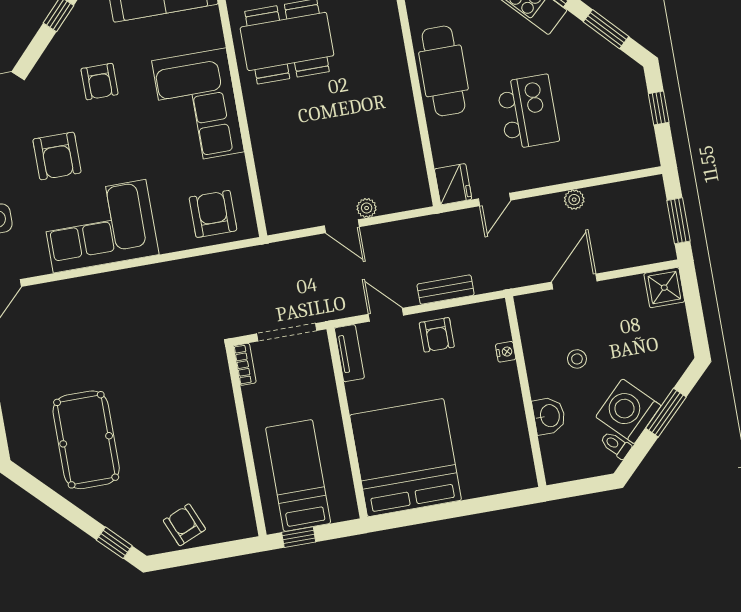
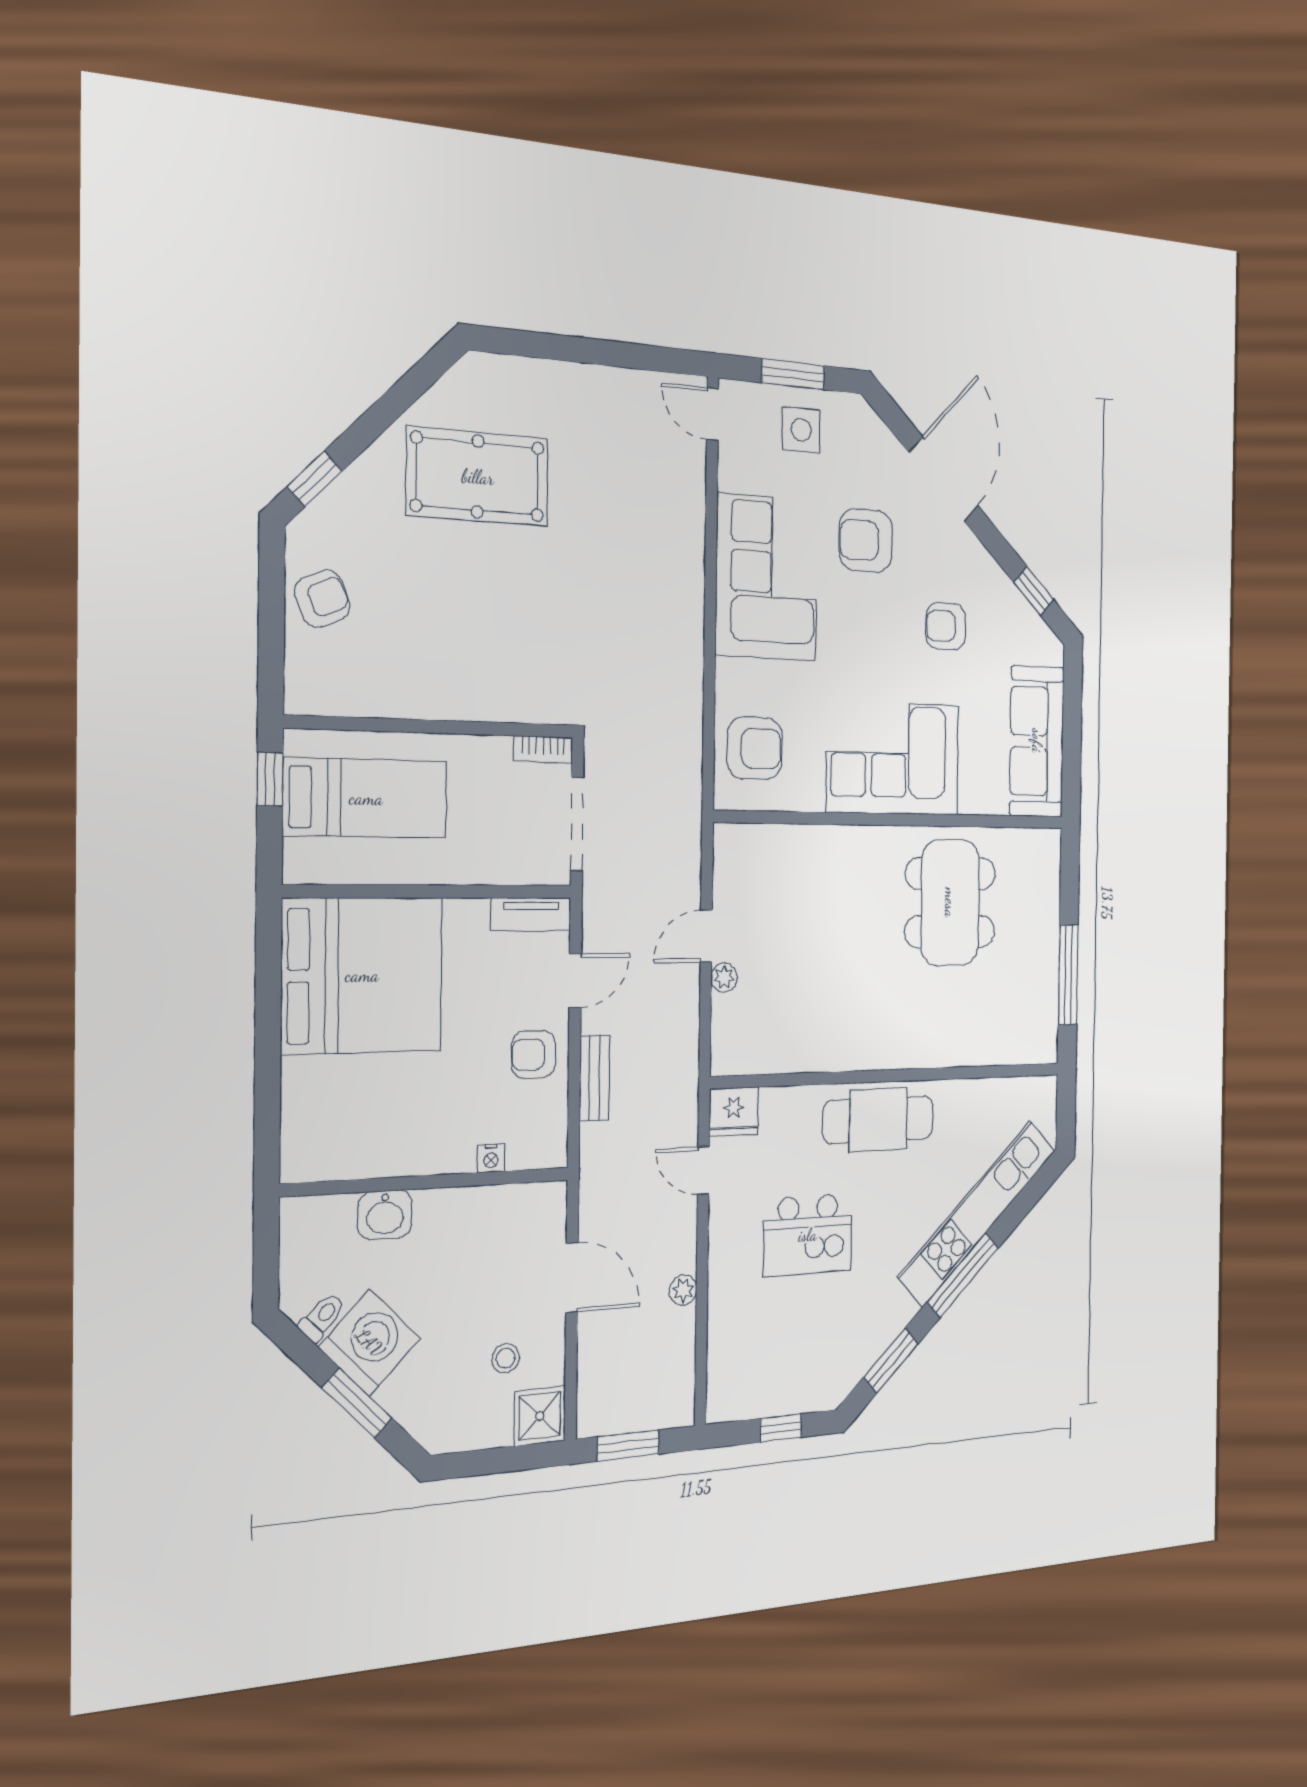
stool: (577, 359) -> (506, 1358), moved

